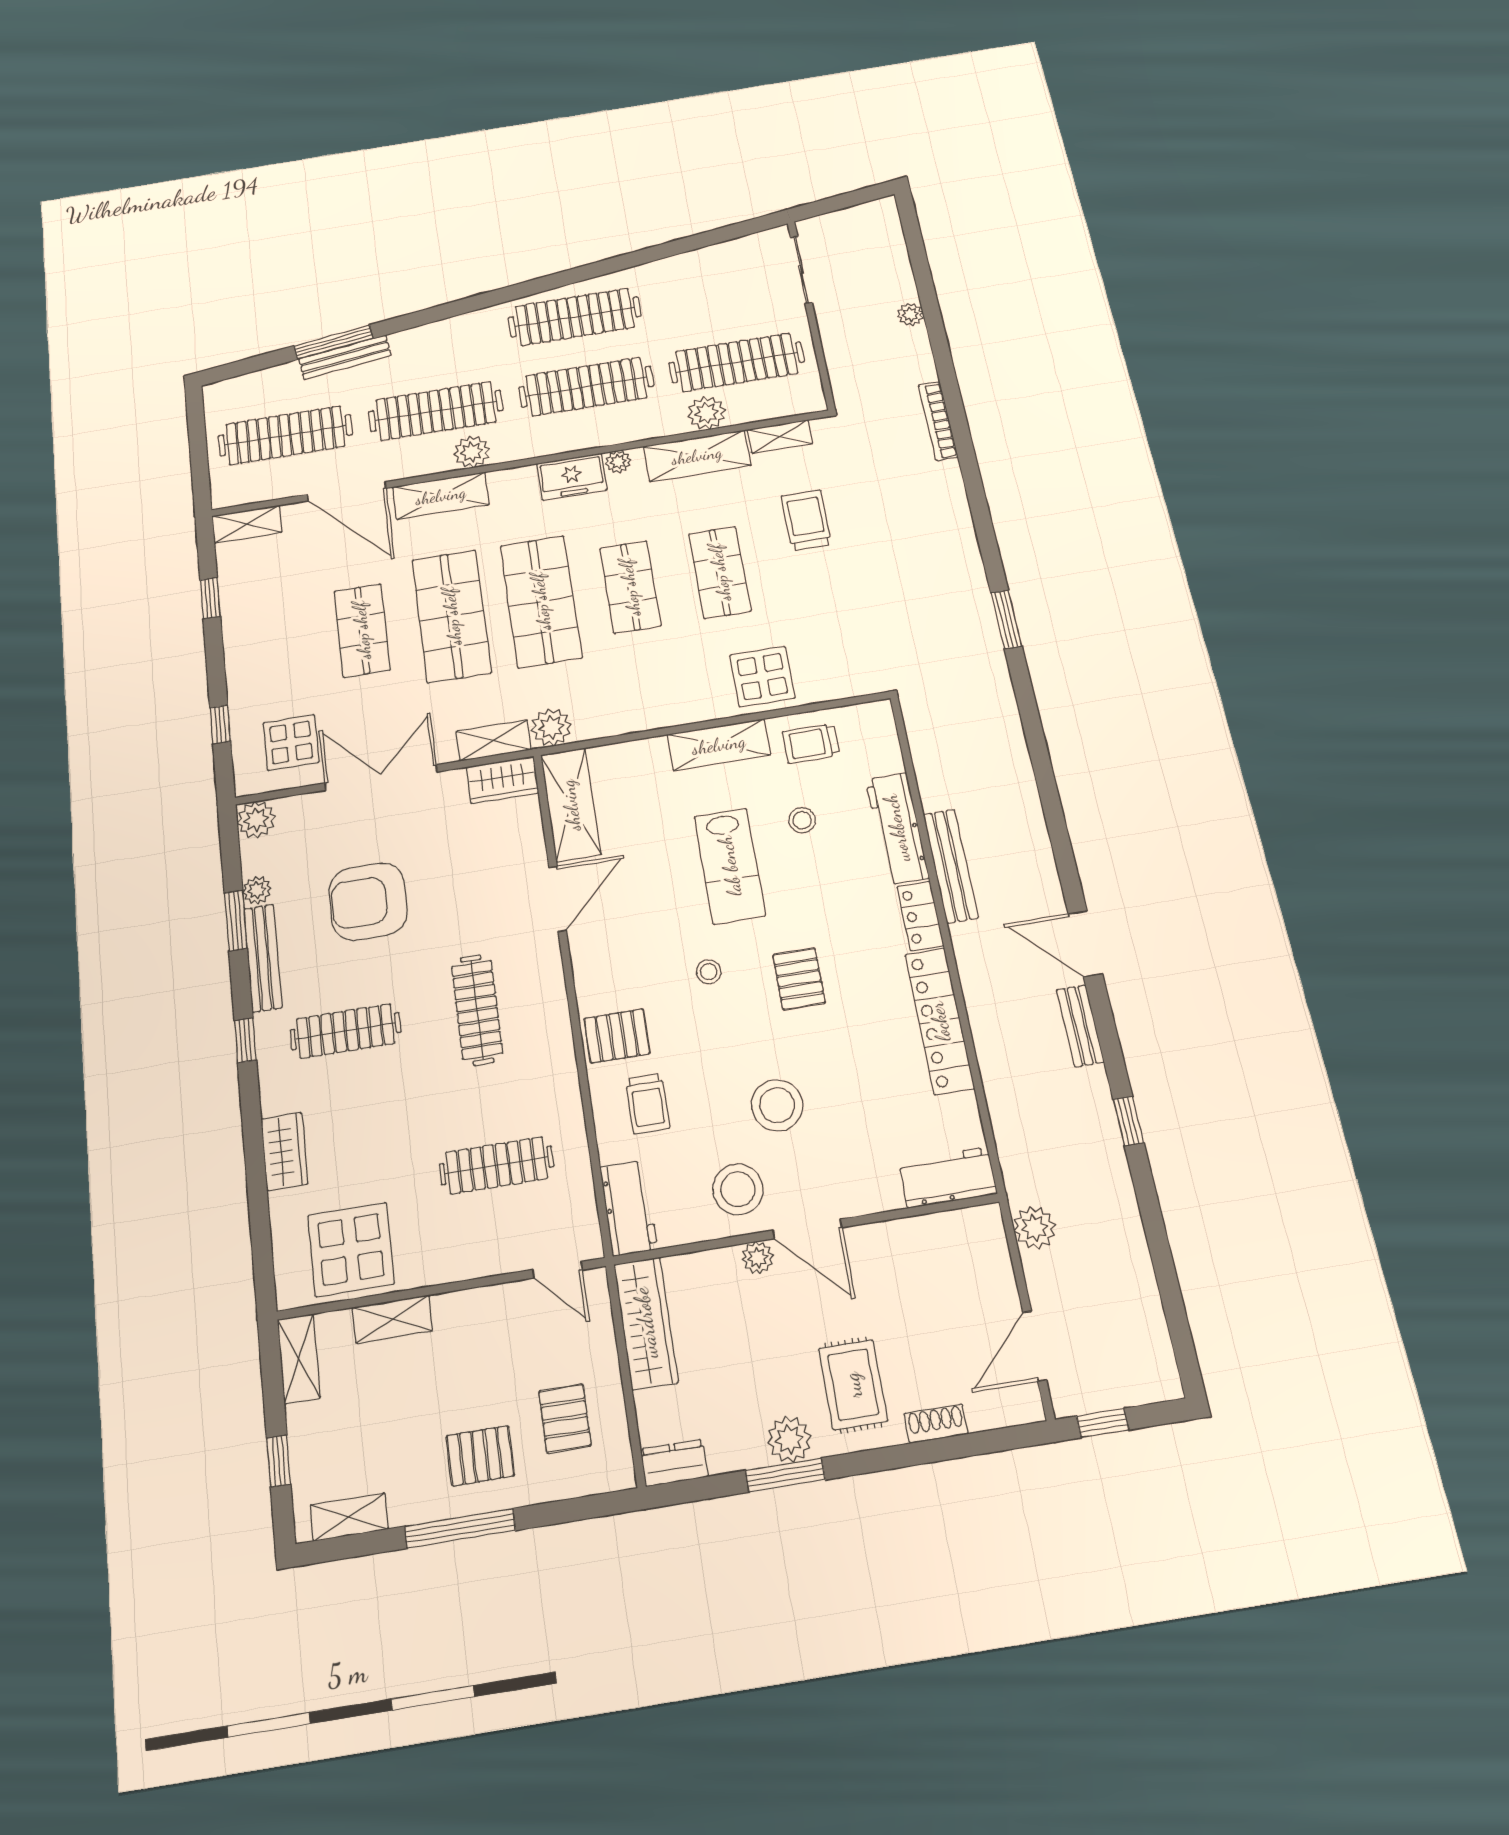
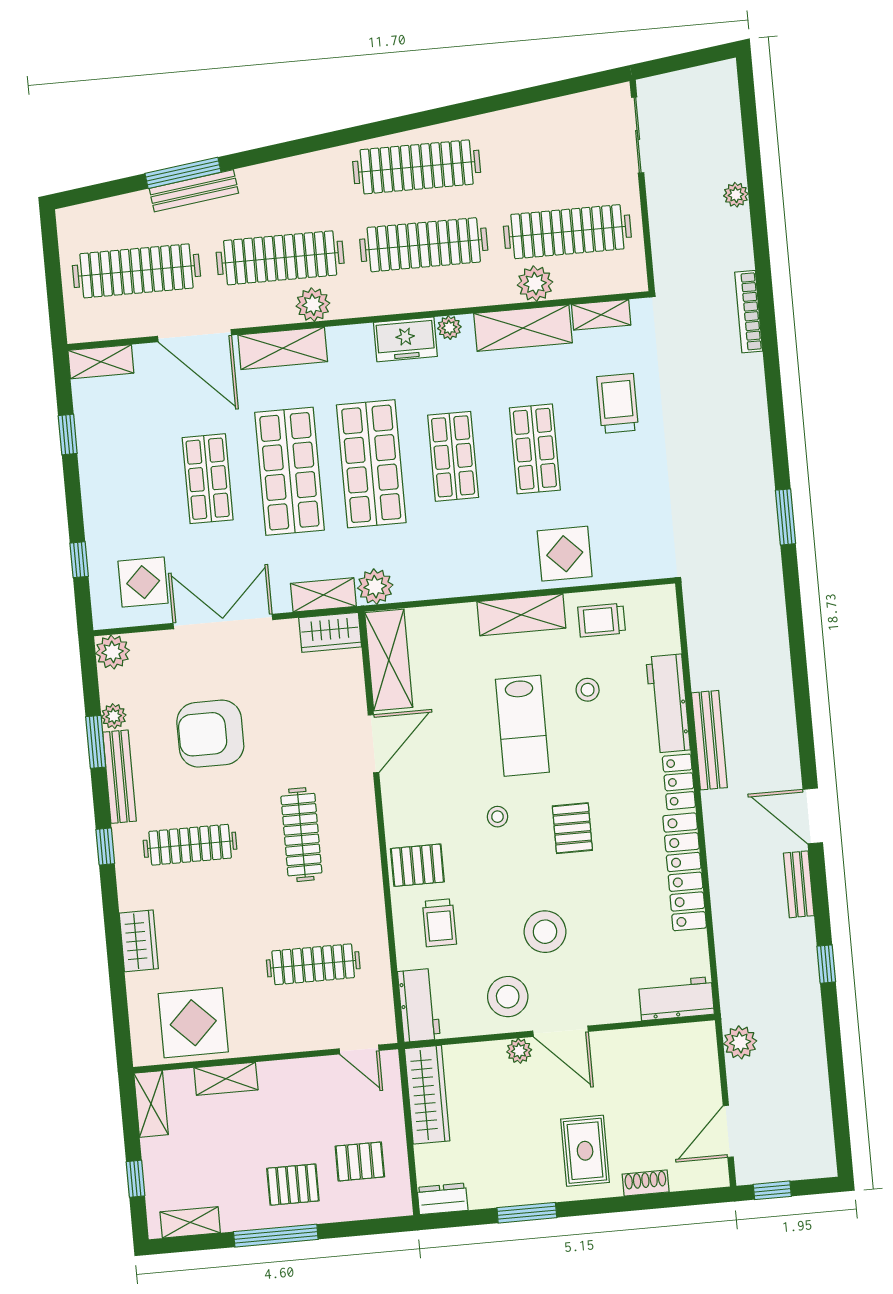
pallet: (565, 1418) -> (360, 1161), turned 90
plant: (789, 1439) -> (532, 1187), removed

